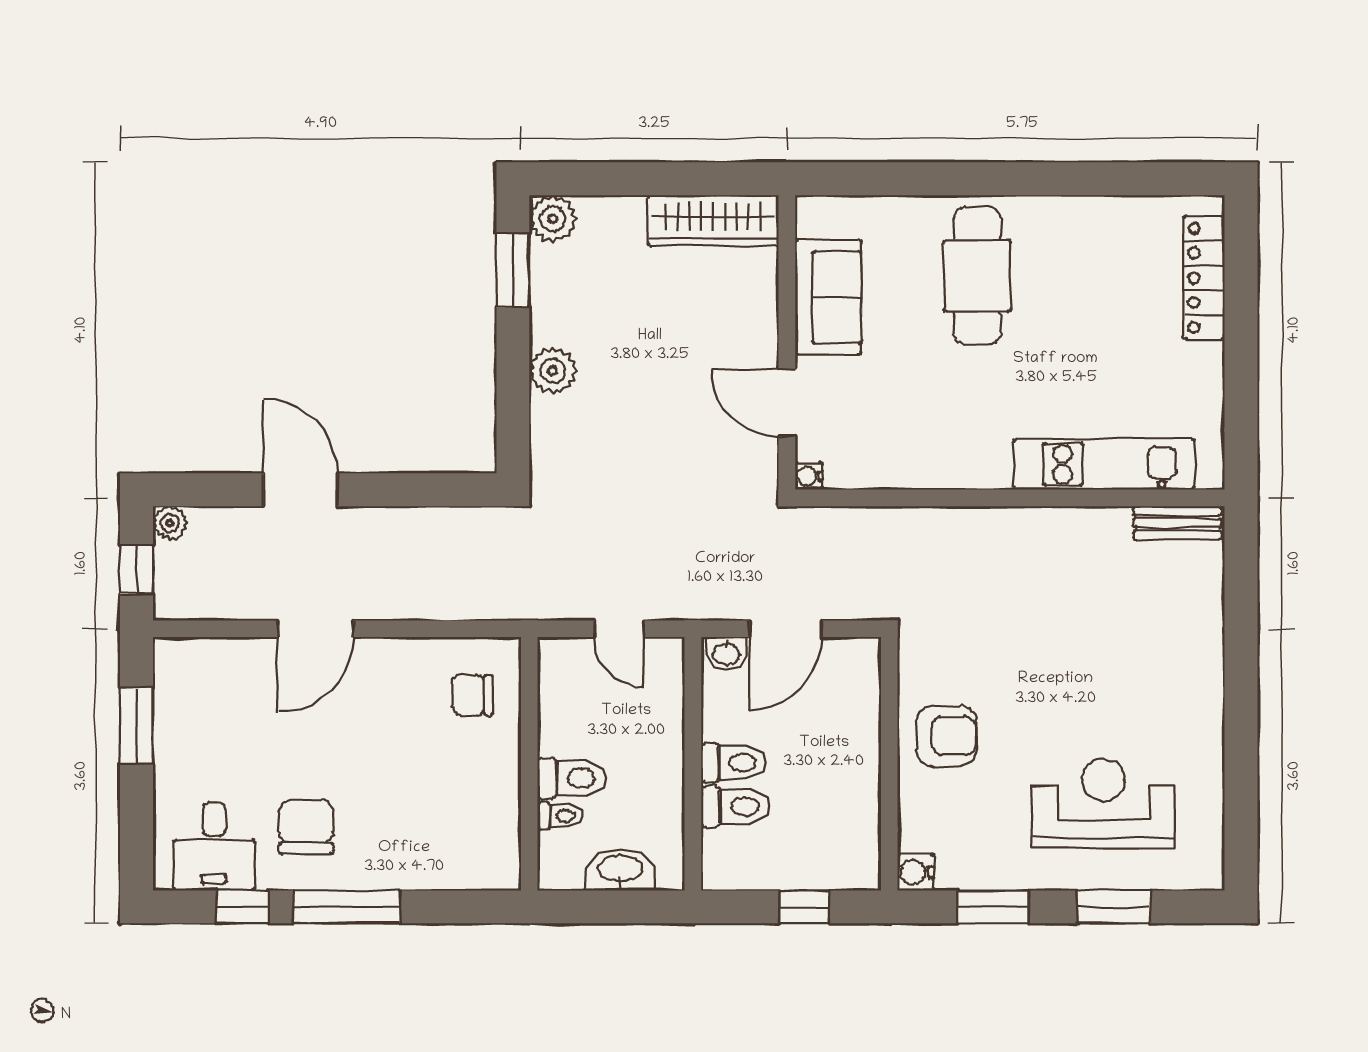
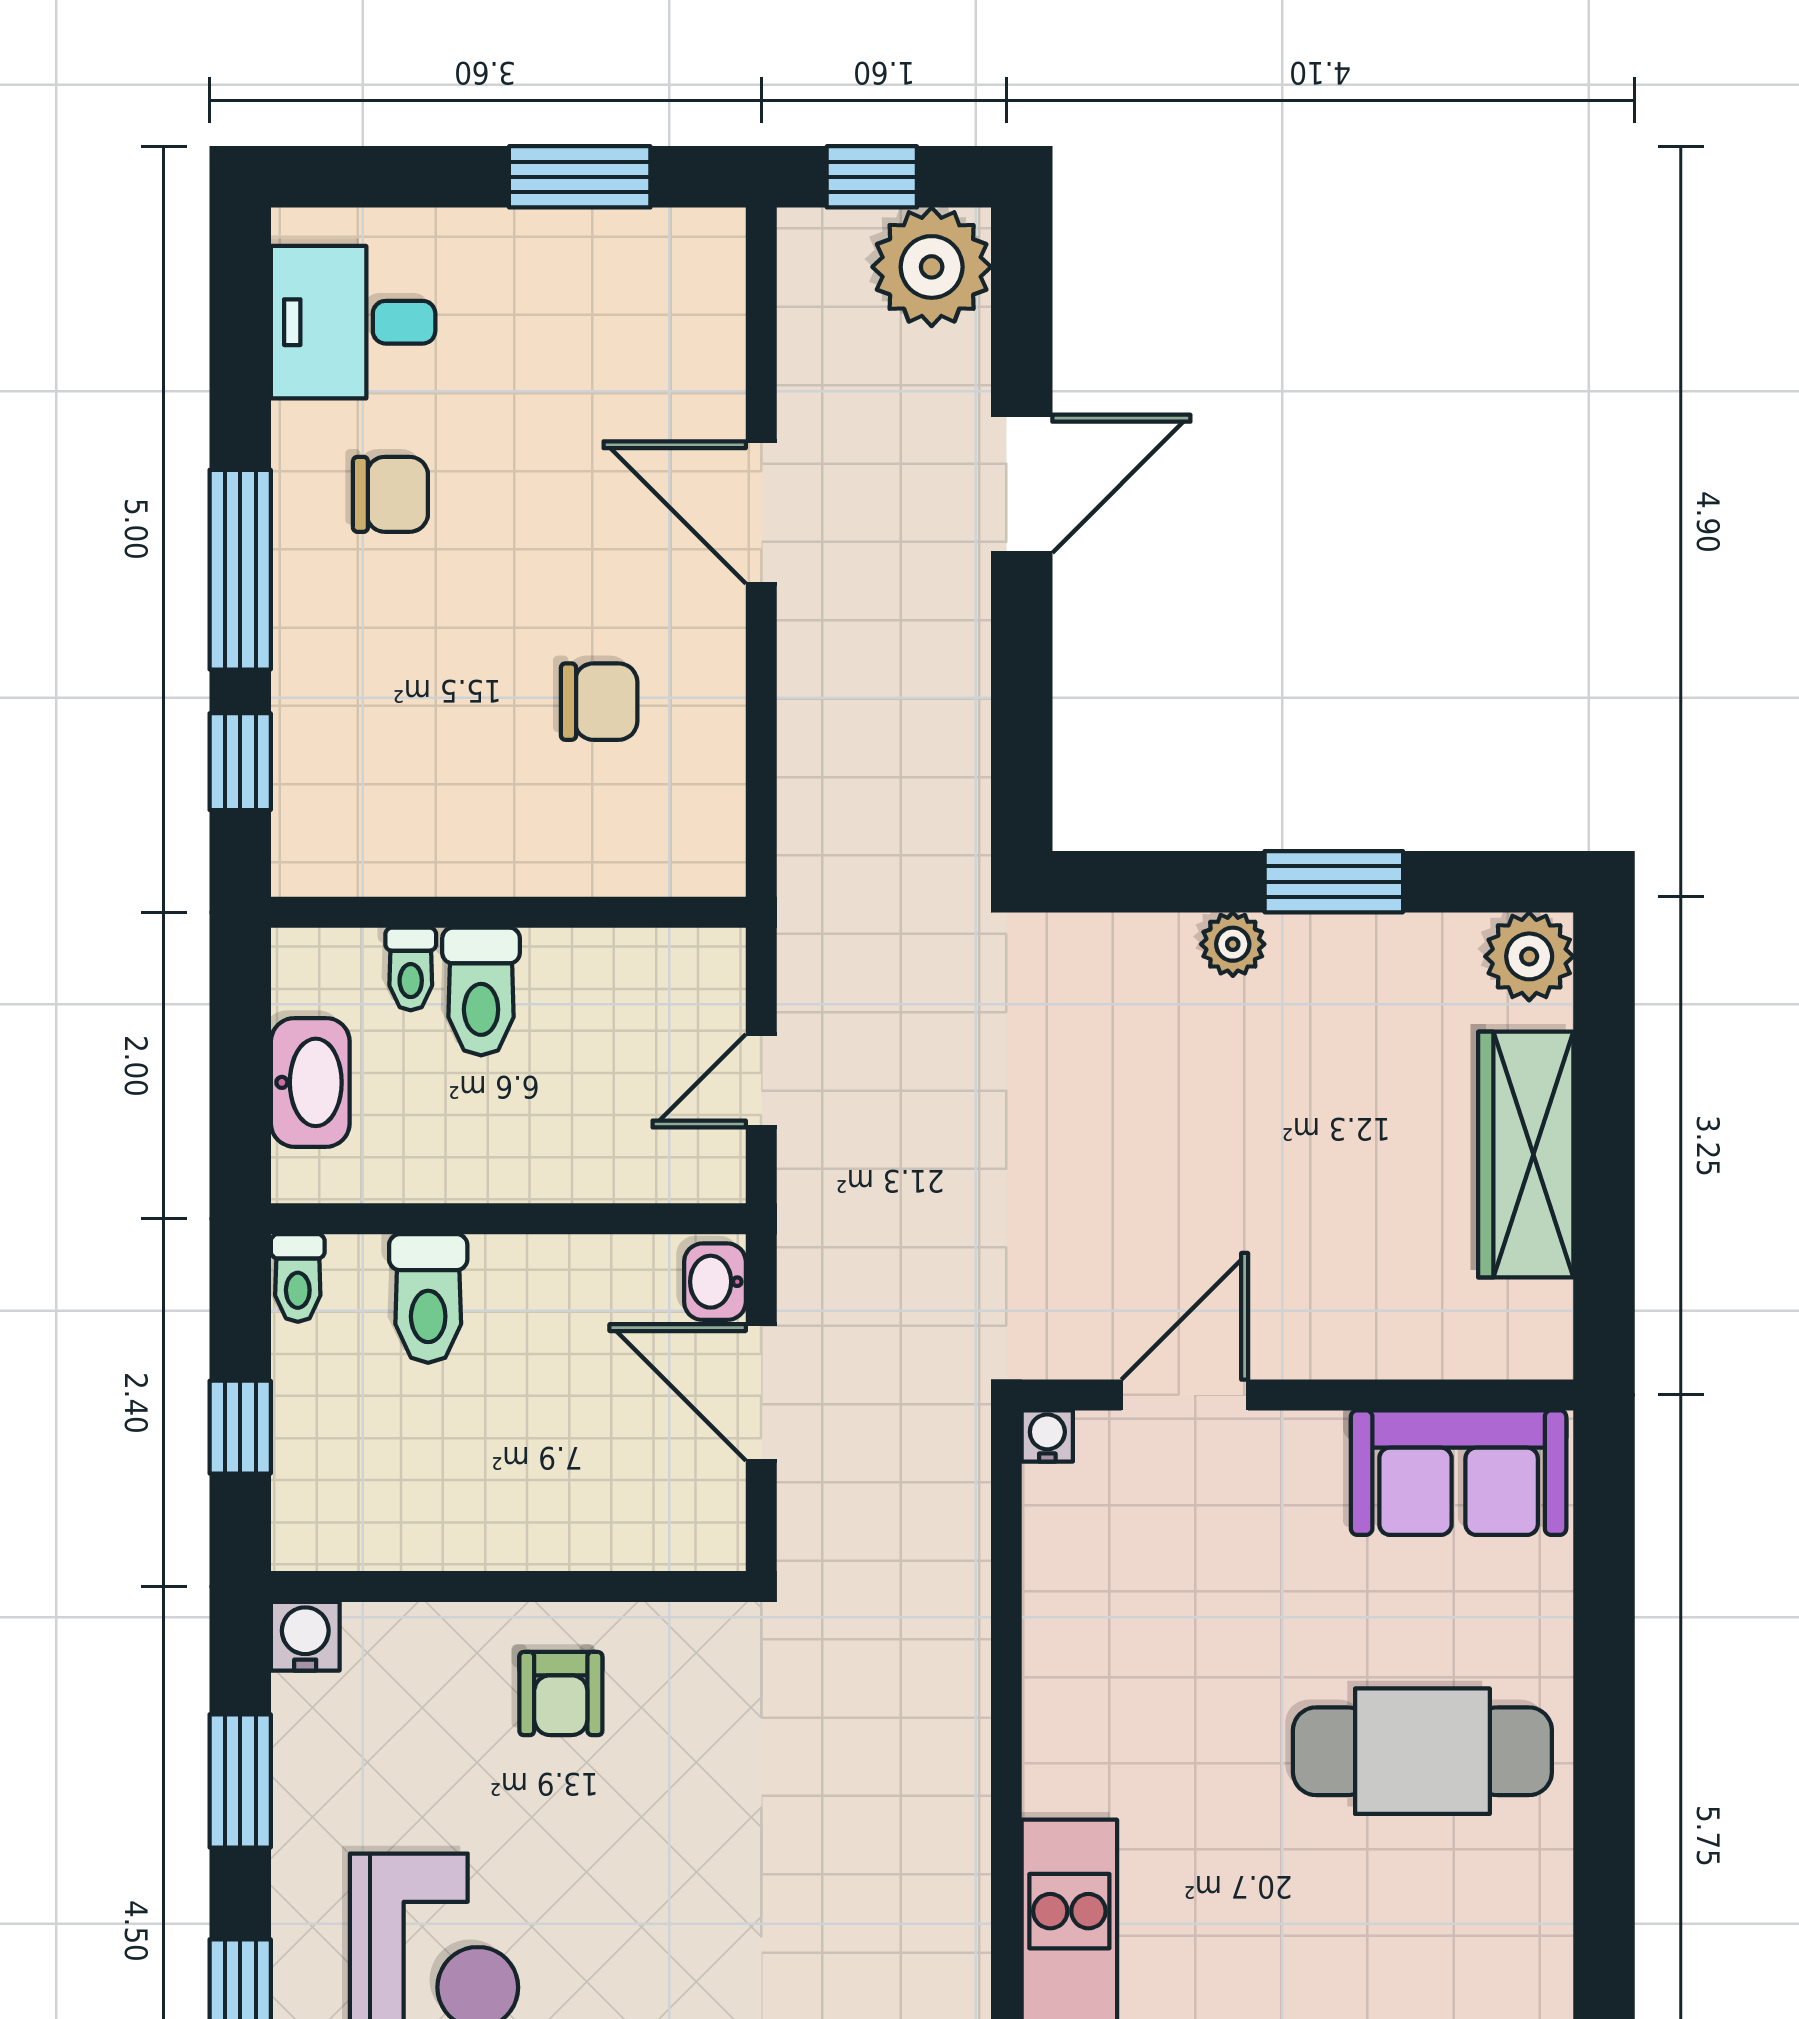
wardrobe: (713, 221) -> (1526, 1155), moved
window: (513, 270) -> (1334, 882), moved
sofa: (828, 297) -> (1459, 1473), moved
plant: (553, 371) -> (1233, 944), width x0.73, depth x0.73
plant: (170, 523) -> (932, 267), width x1.88, depth x1.88
chair: (472, 695) -> (599, 702), moved, turned 90
armchair: (946, 736) -> (561, 1694), width x0.72, depth x0.72
toilet: (733, 763) -> (298, 1278), moved, width x0.73, depth x0.72
chair: (306, 827) -> (390, 494), width x0.73, depth x0.73
window: (242, 907) -> (240, 762), moved

